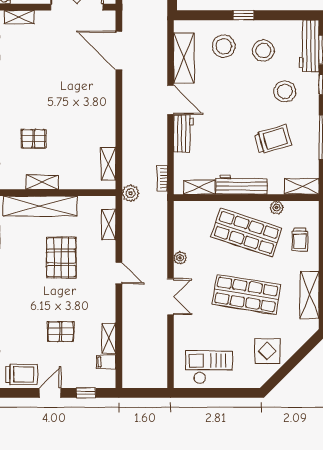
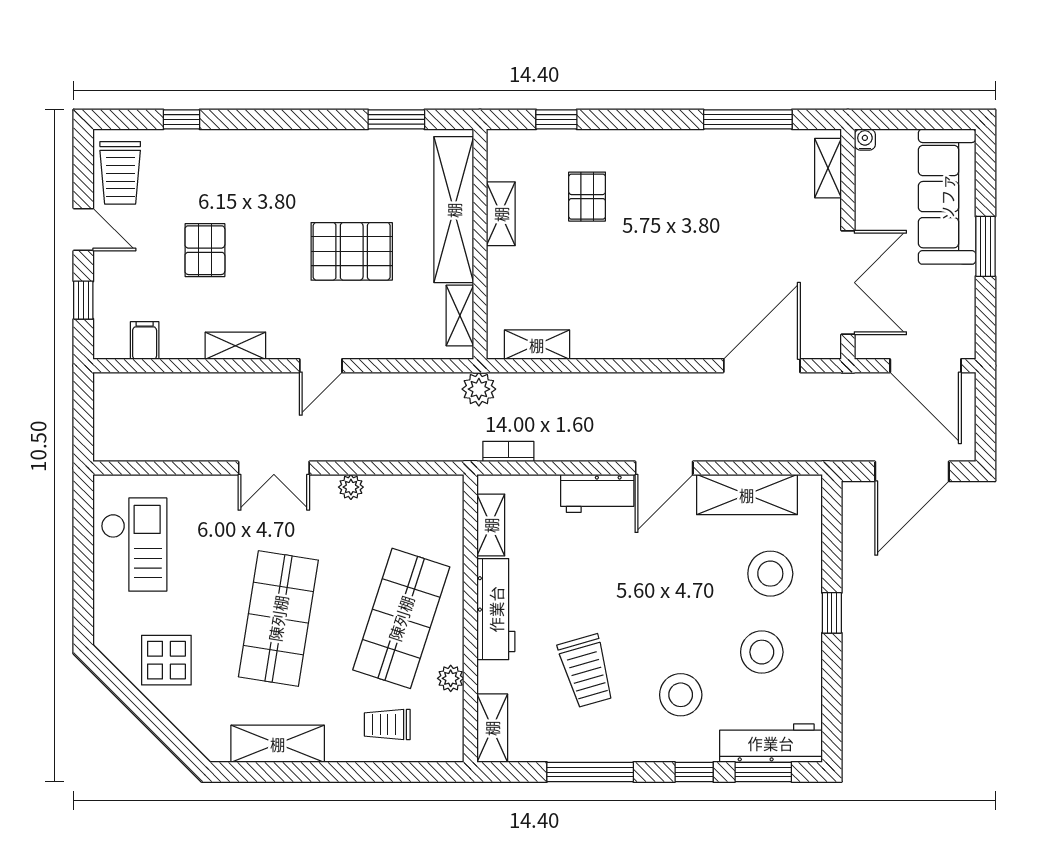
shelving: (109, 225) -> (460, 316), moved, turned 90
shelving: (109, 338) -> (235, 346), moved

